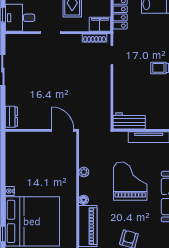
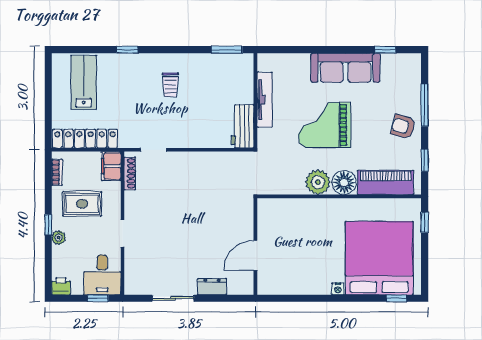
dresser: (11, 117) -> (212, 287), moved
door: (63, 130) -> (255, 255), moved
plant: (84, 172) -> (318, 182), width x1.88, depth x1.88
floor lamp: (84, 200) -> (344, 183), width x1.89, depth x1.89

